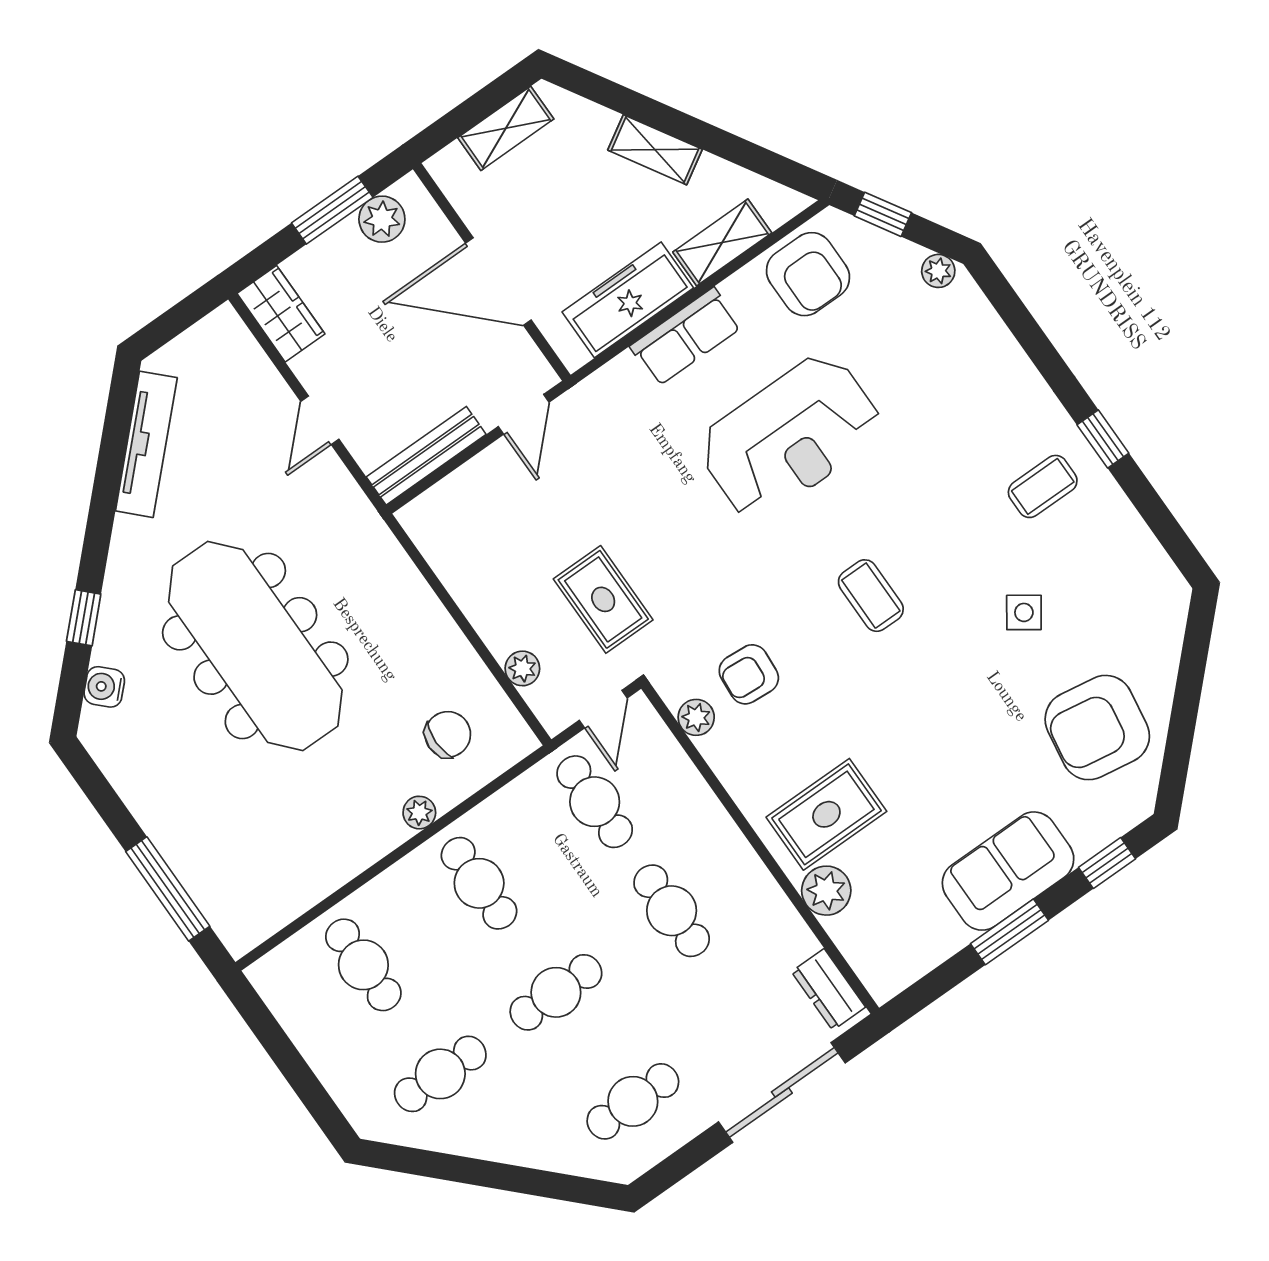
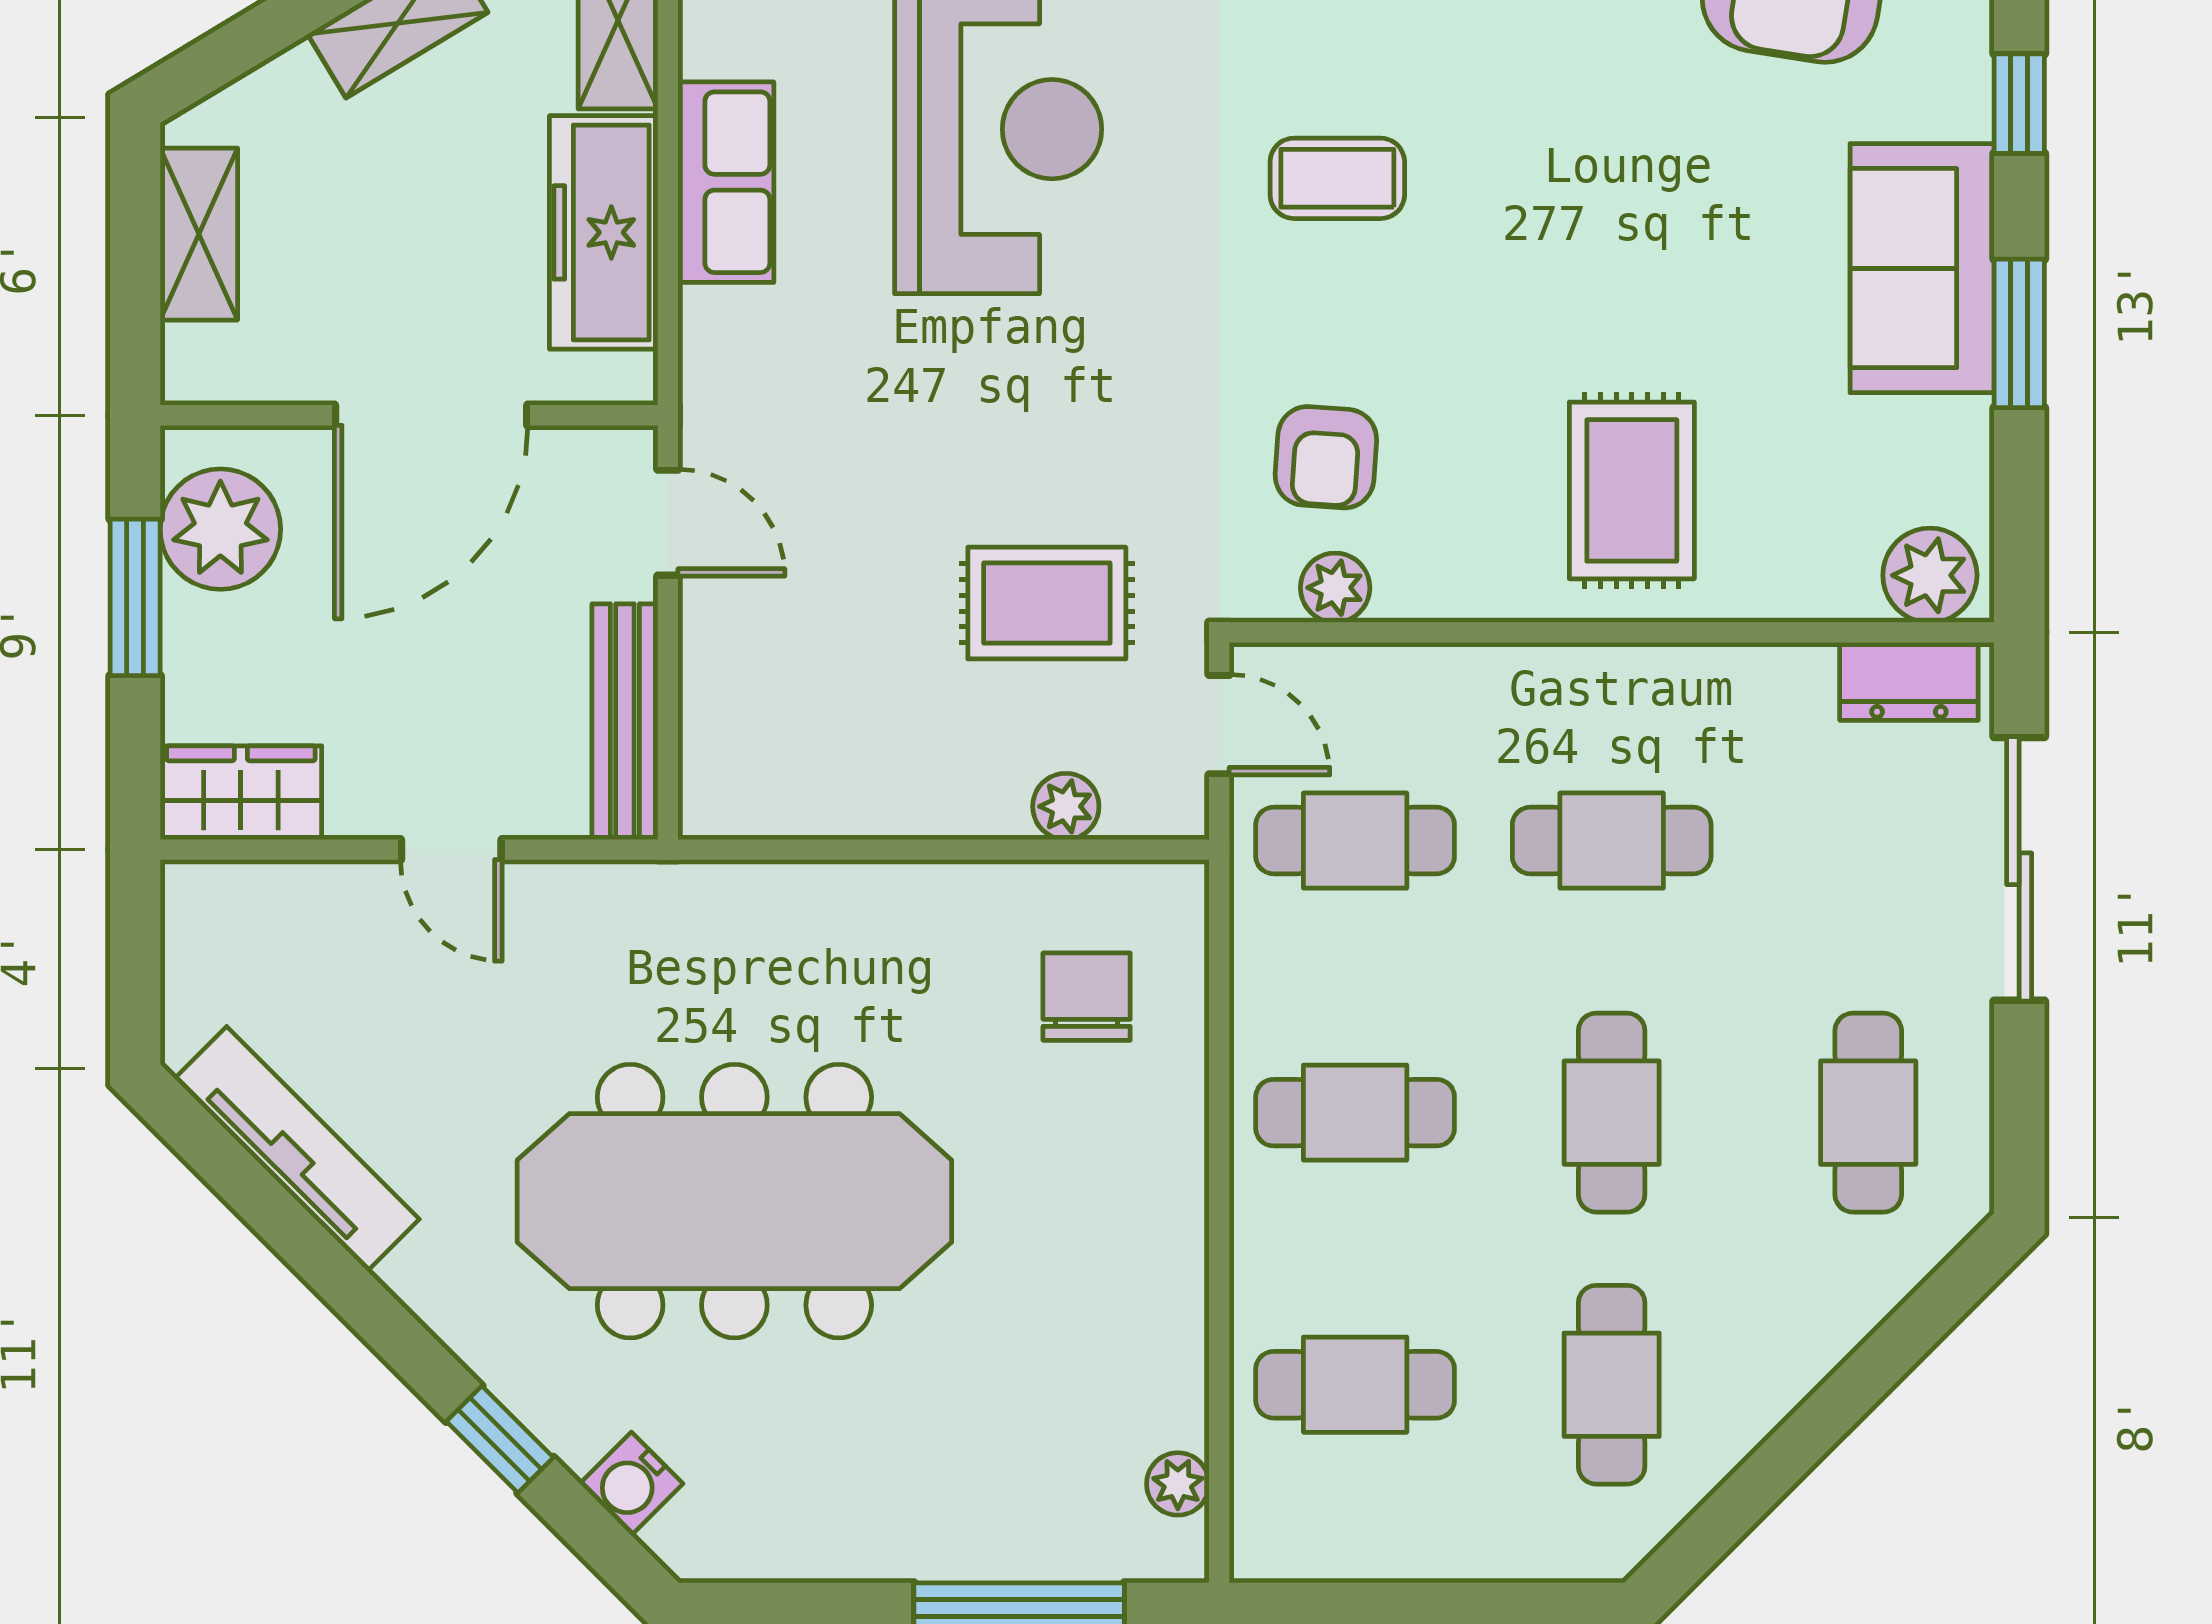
plant: (382, 219) -> (220, 529), width x1.36, depth x1.36
plant: (419, 813) -> (1178, 1484), moved
plant: (826, 891) -> (1930, 575), moved

